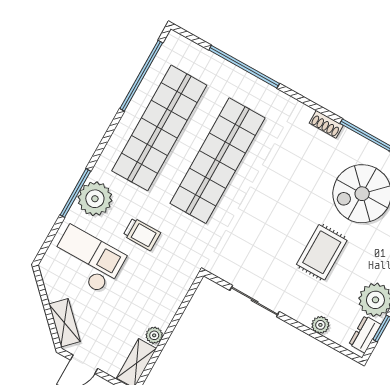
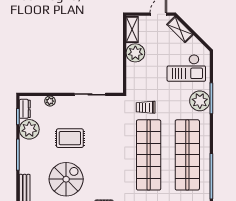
trolley: (142, 234) -> (146, 107), moved
rug: (322, 252) -> (70, 138), turned 90
plant: (154, 335) -> (135, 53), width x1.88, depth x1.88

